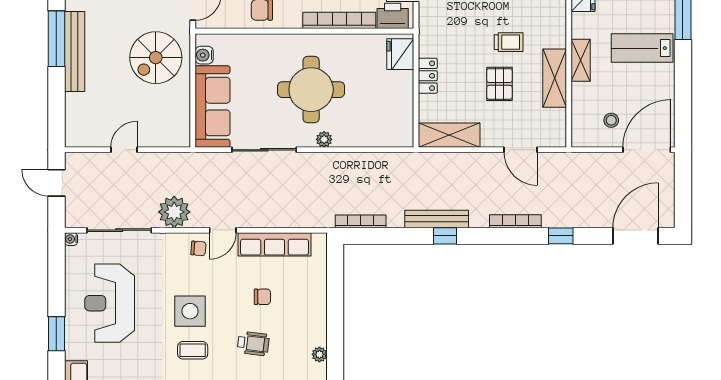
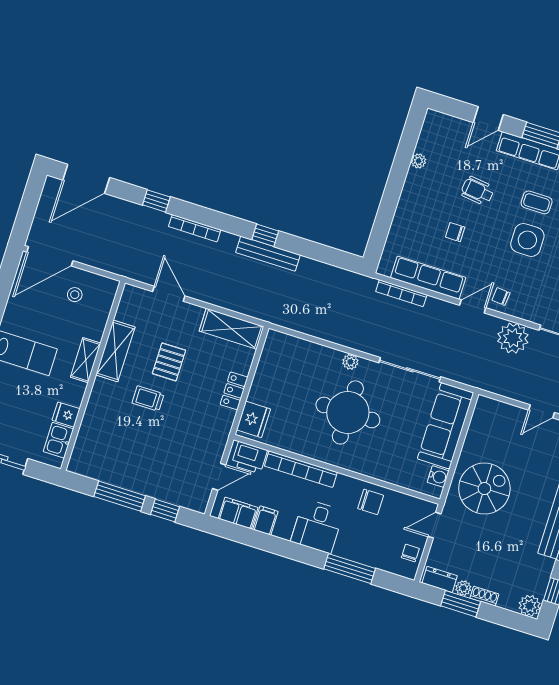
bookcase: (361, 221) -> (401, 293), moved

